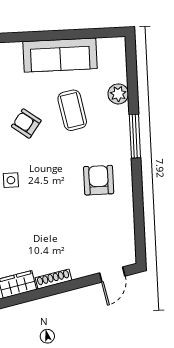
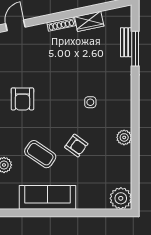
coffee table: (72, 110) -> (40, 154), turned -45

